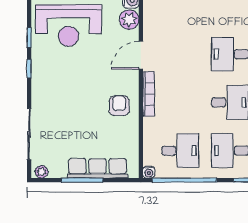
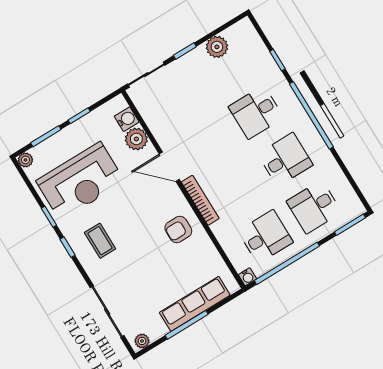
door: (141, 55) -> (169, 167), hinge flipped
coffee table: (56, 78) -> (100, 241), added
armchair: (119, 106) -> (178, 229), turned -90

